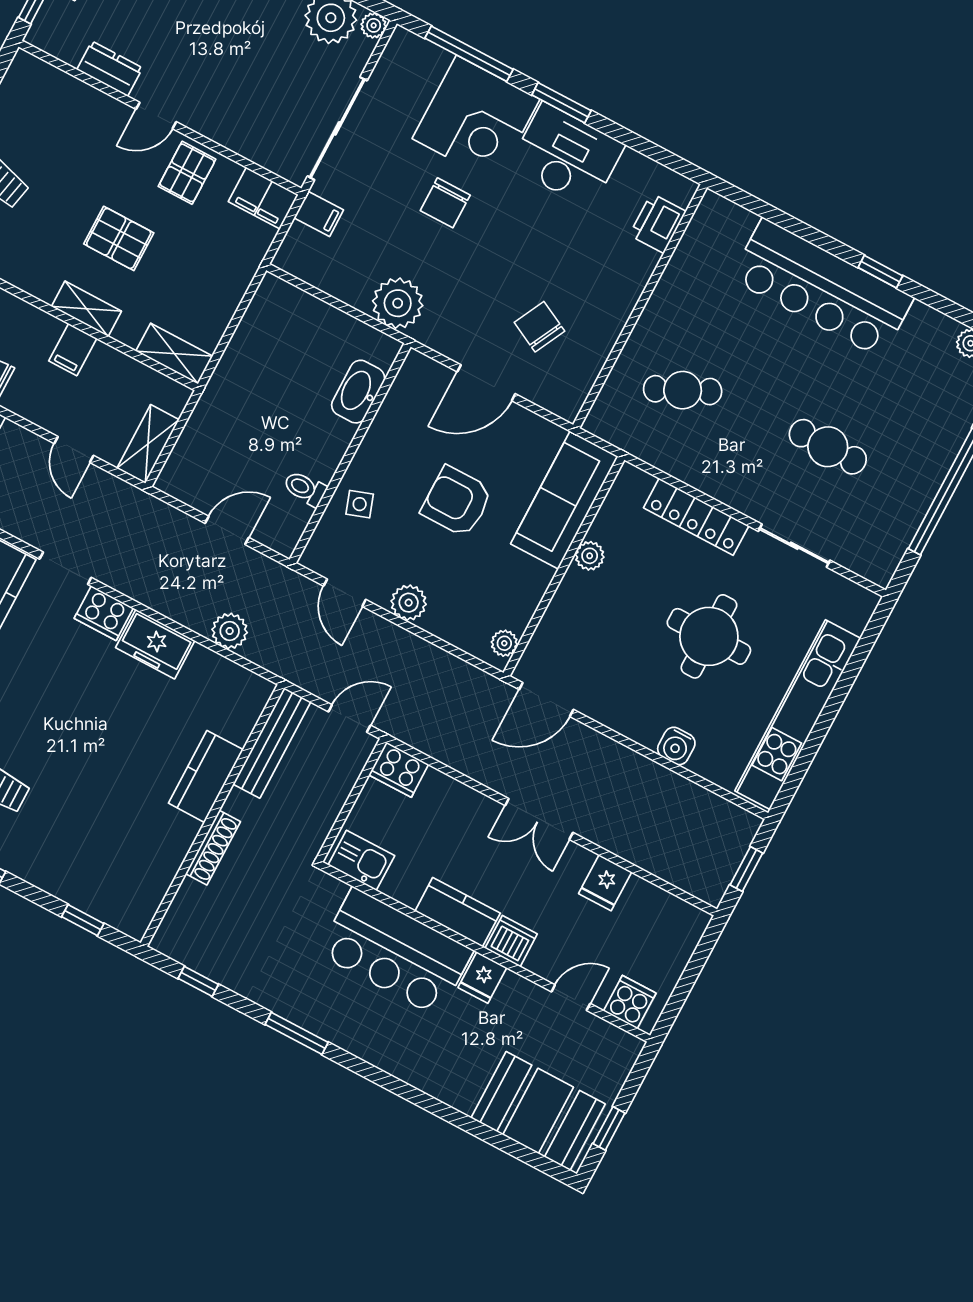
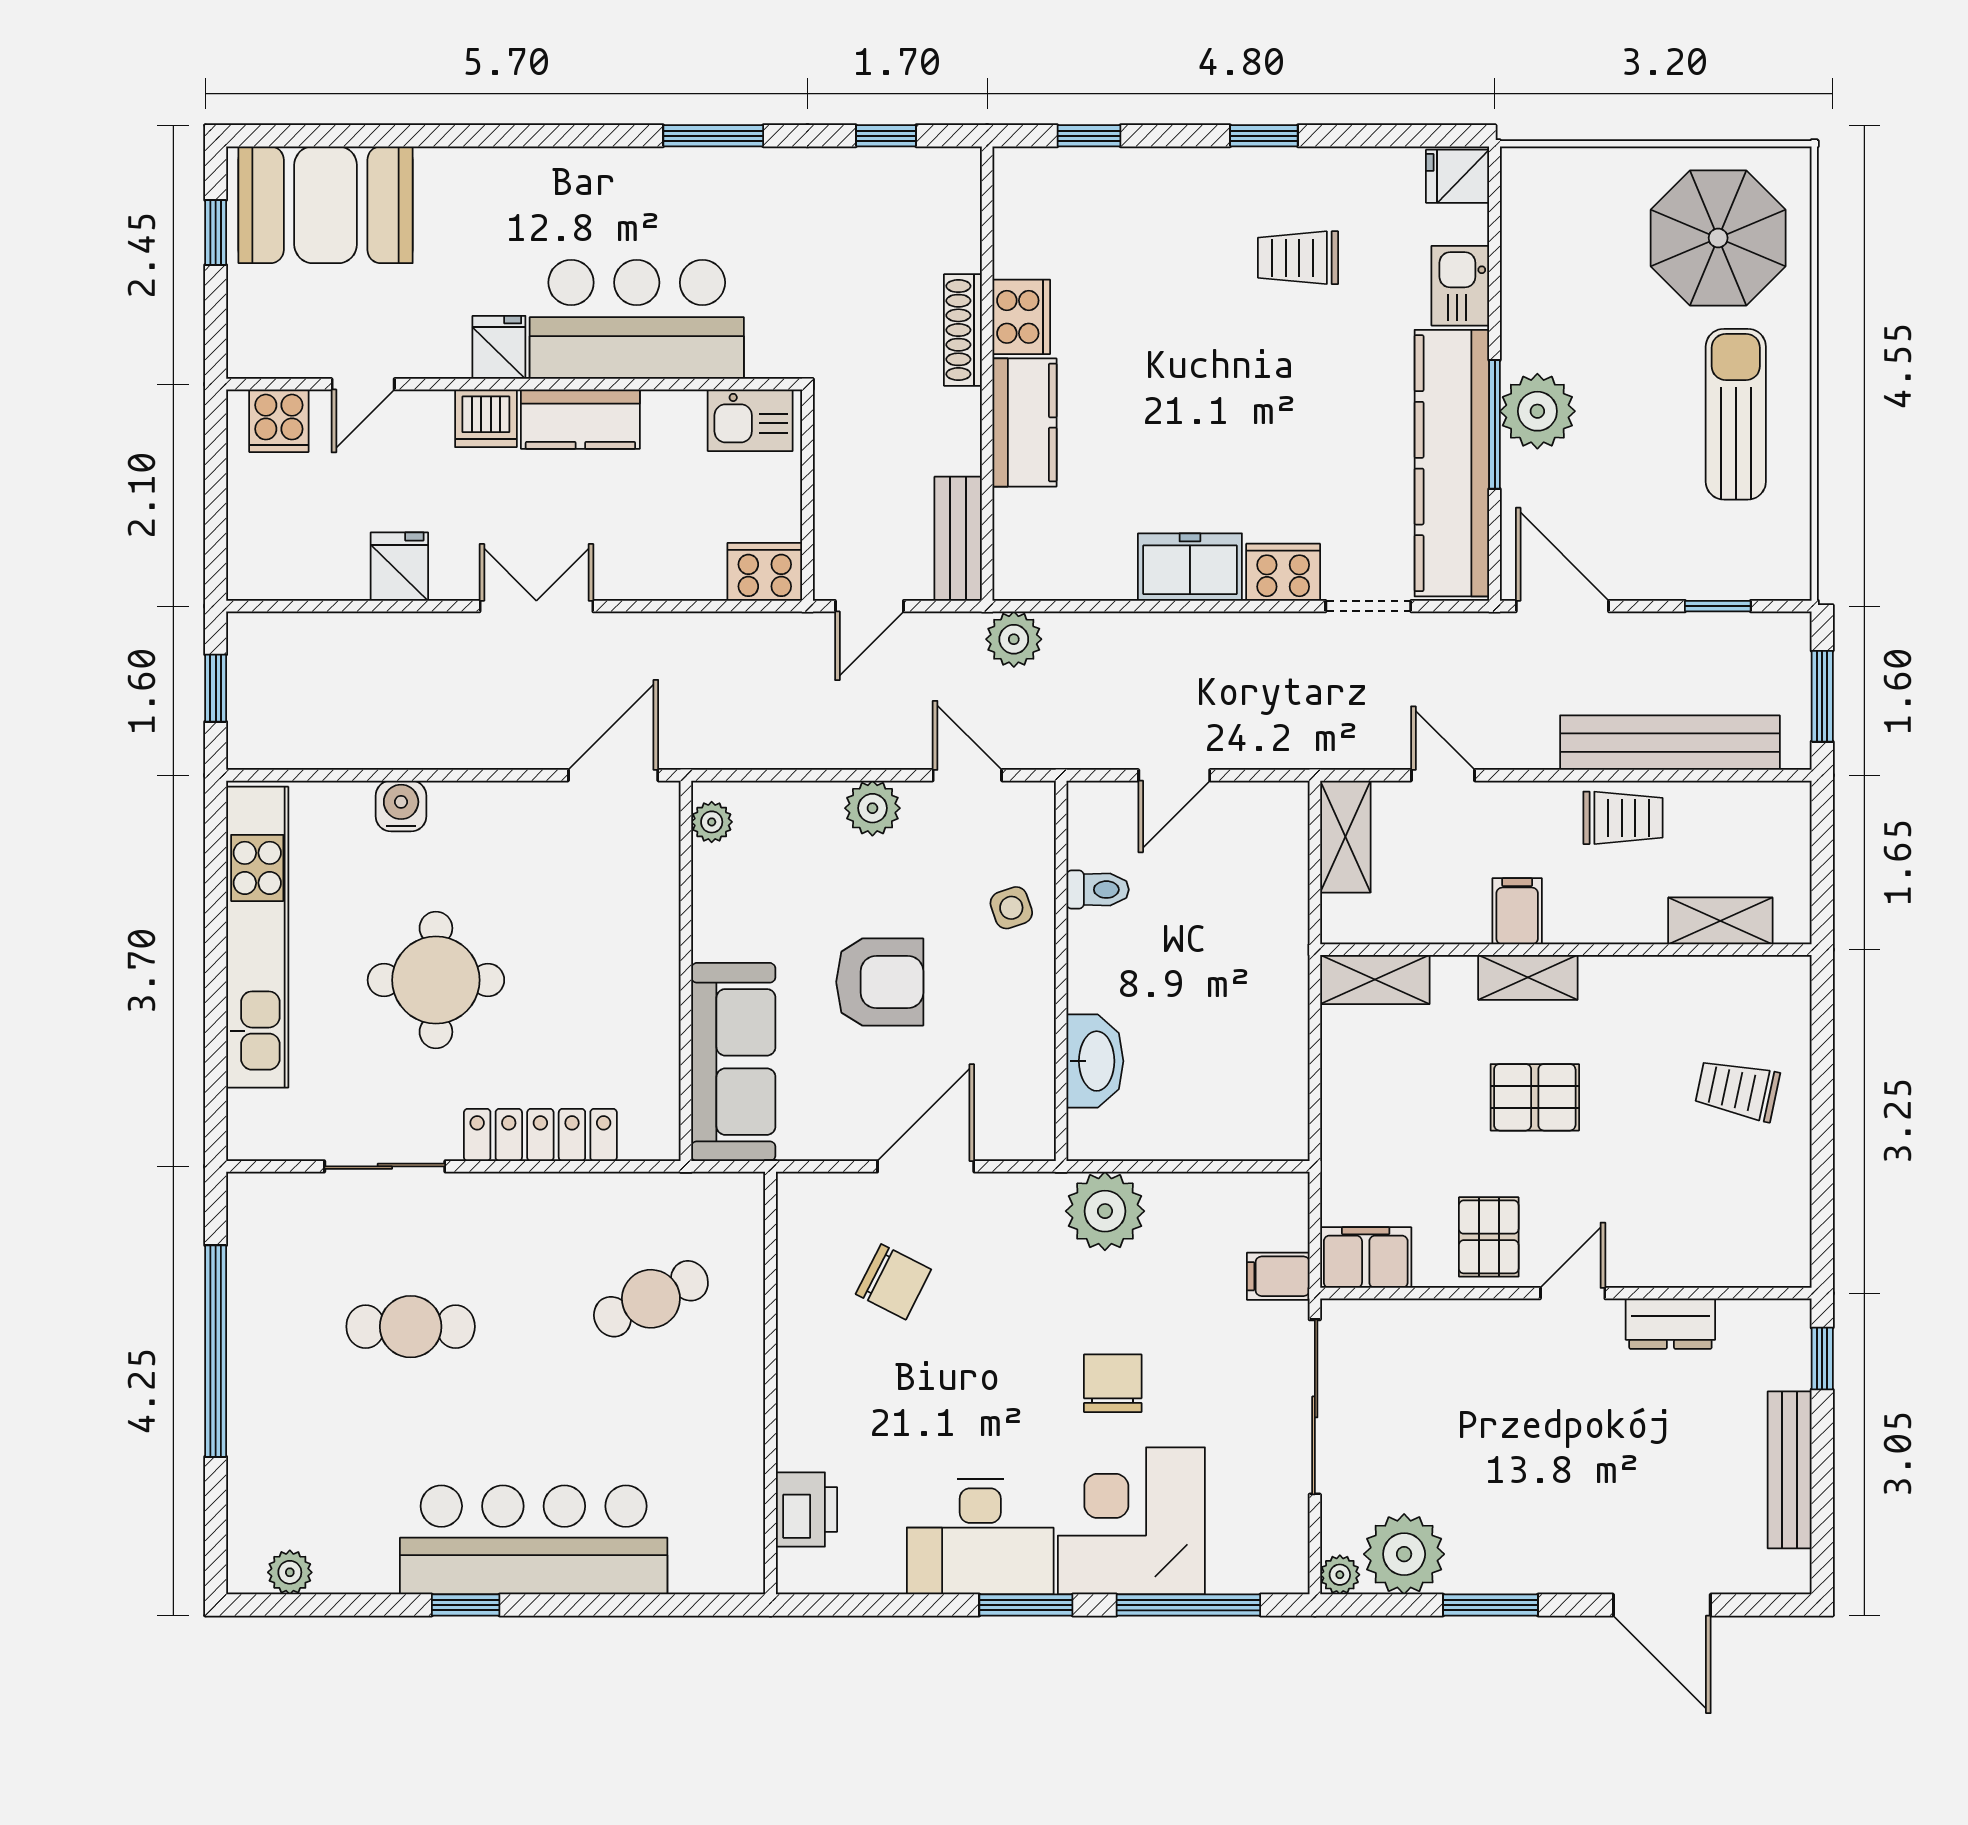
plant: (590, 556) -> (658, 1004), removed
plant: (230, 631) -> (1014, 639), moved
bench: (272, 743) -> (958, 539), width x0.73
cooker: (176, 837) -> (1021, 317), added

